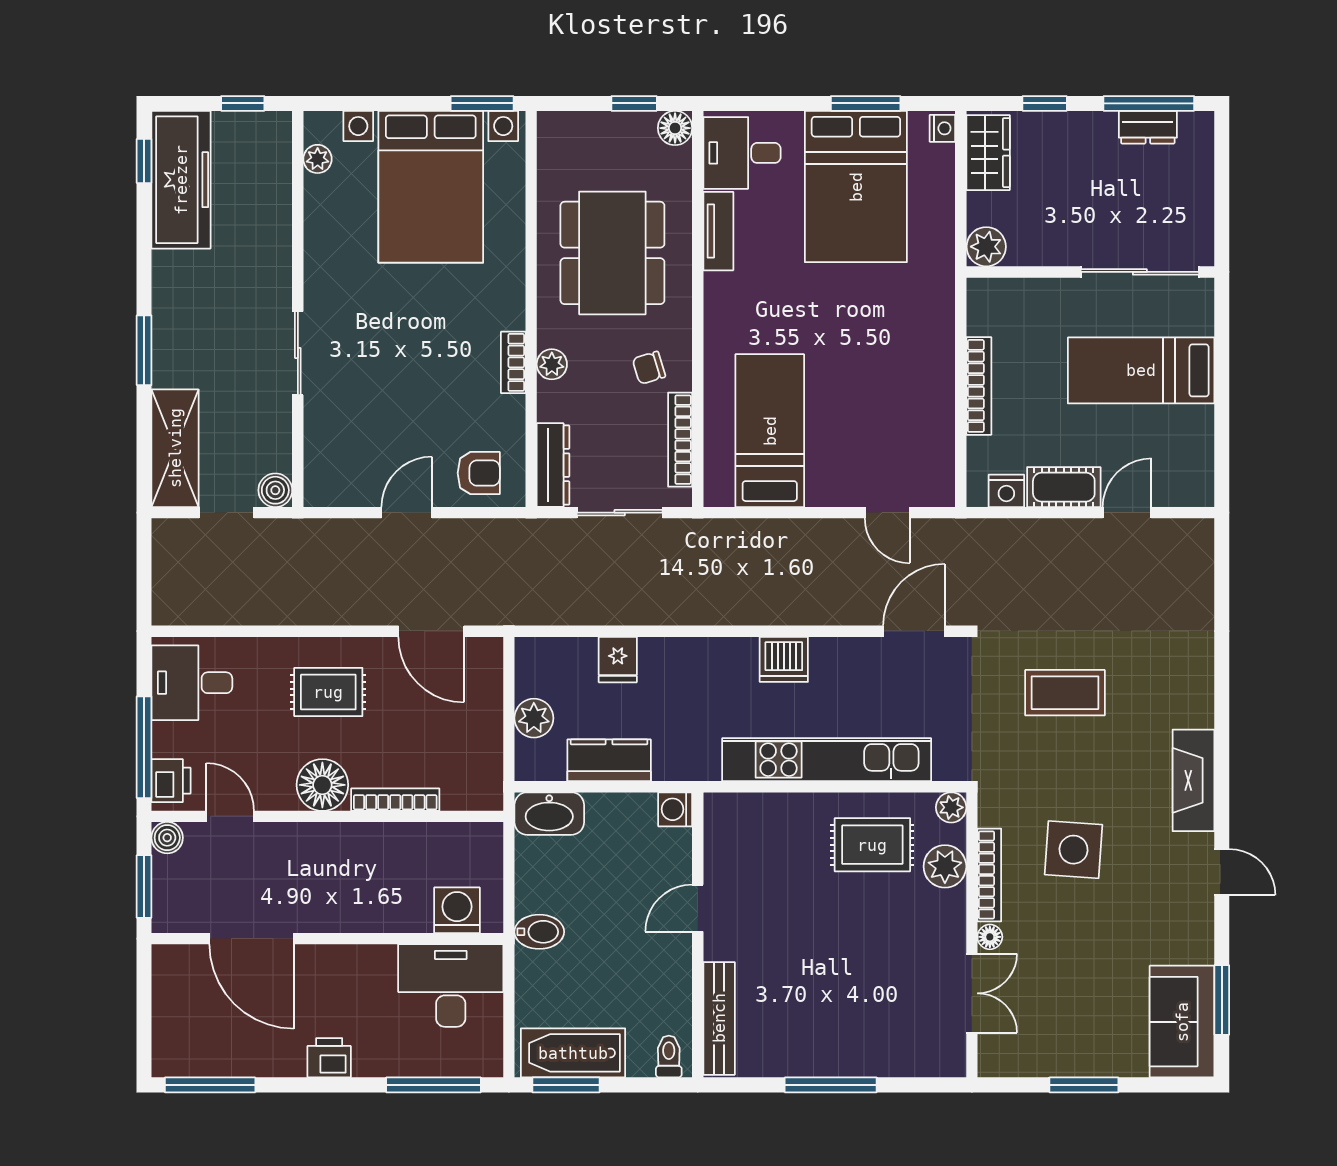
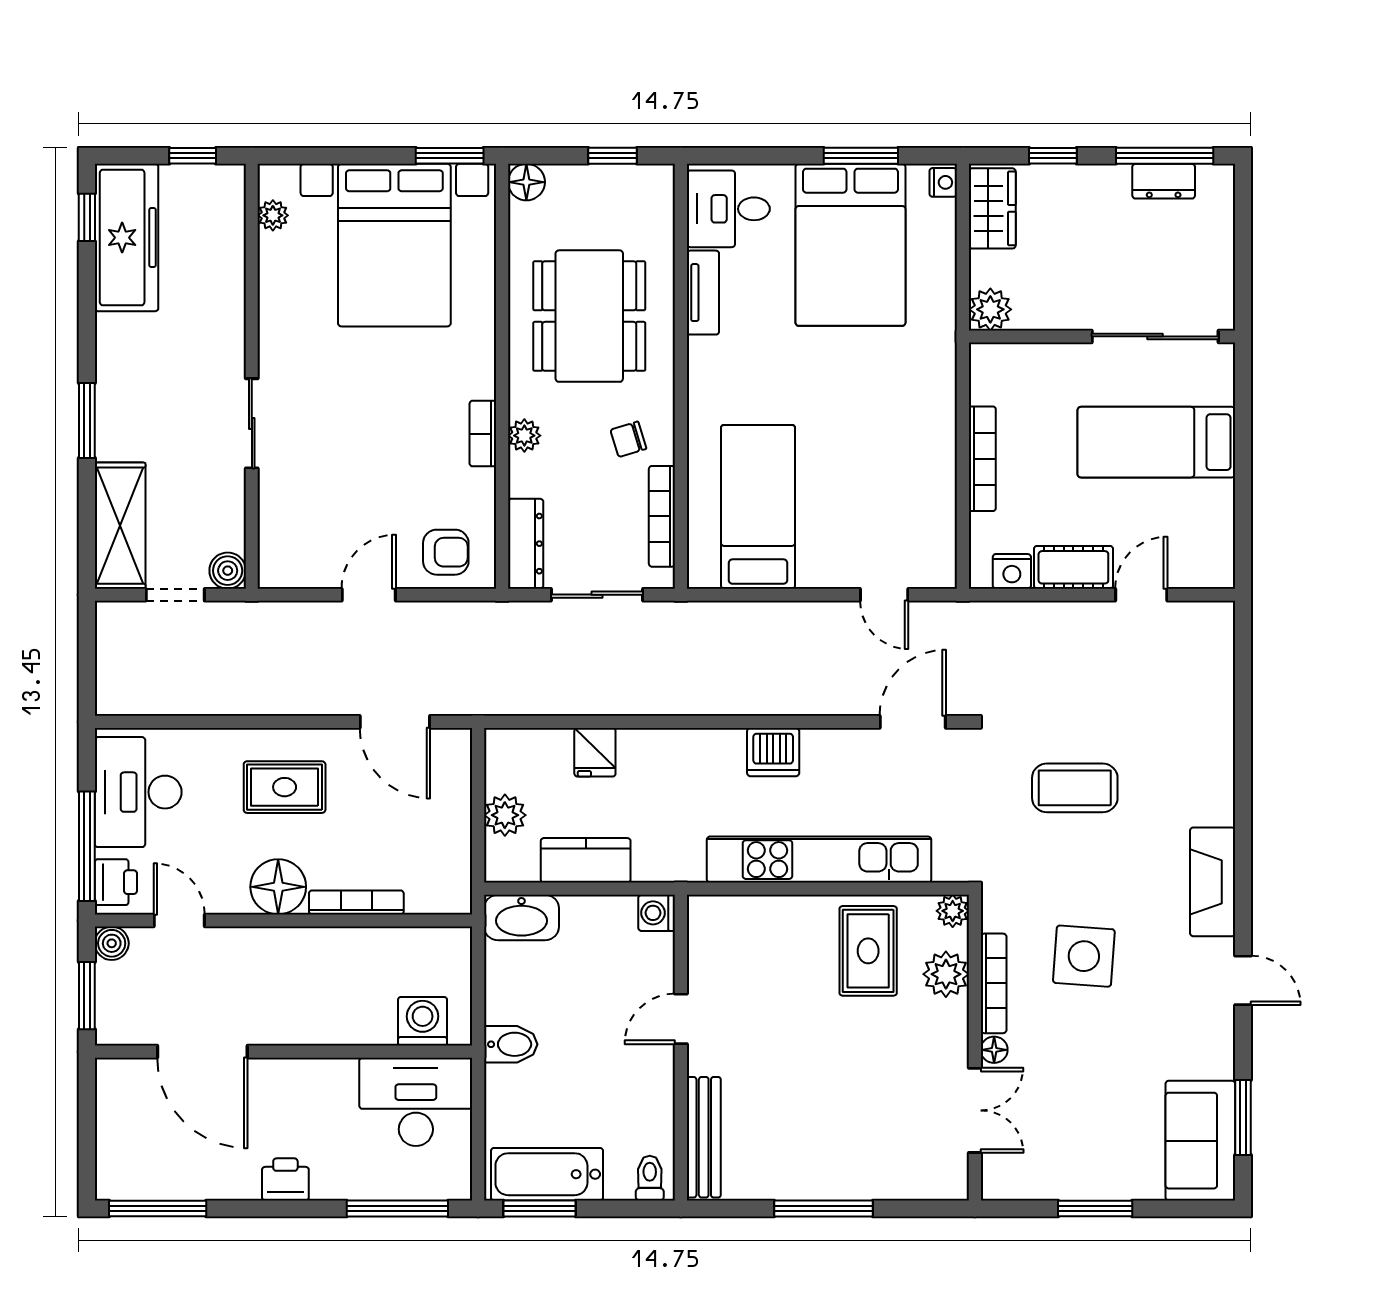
floor lamp: (675, 128) -> (526, 182), moved
desk: (192, 683) -> (138, 792), width x1.37
rug: (872, 845) -> (868, 951), turned 90

